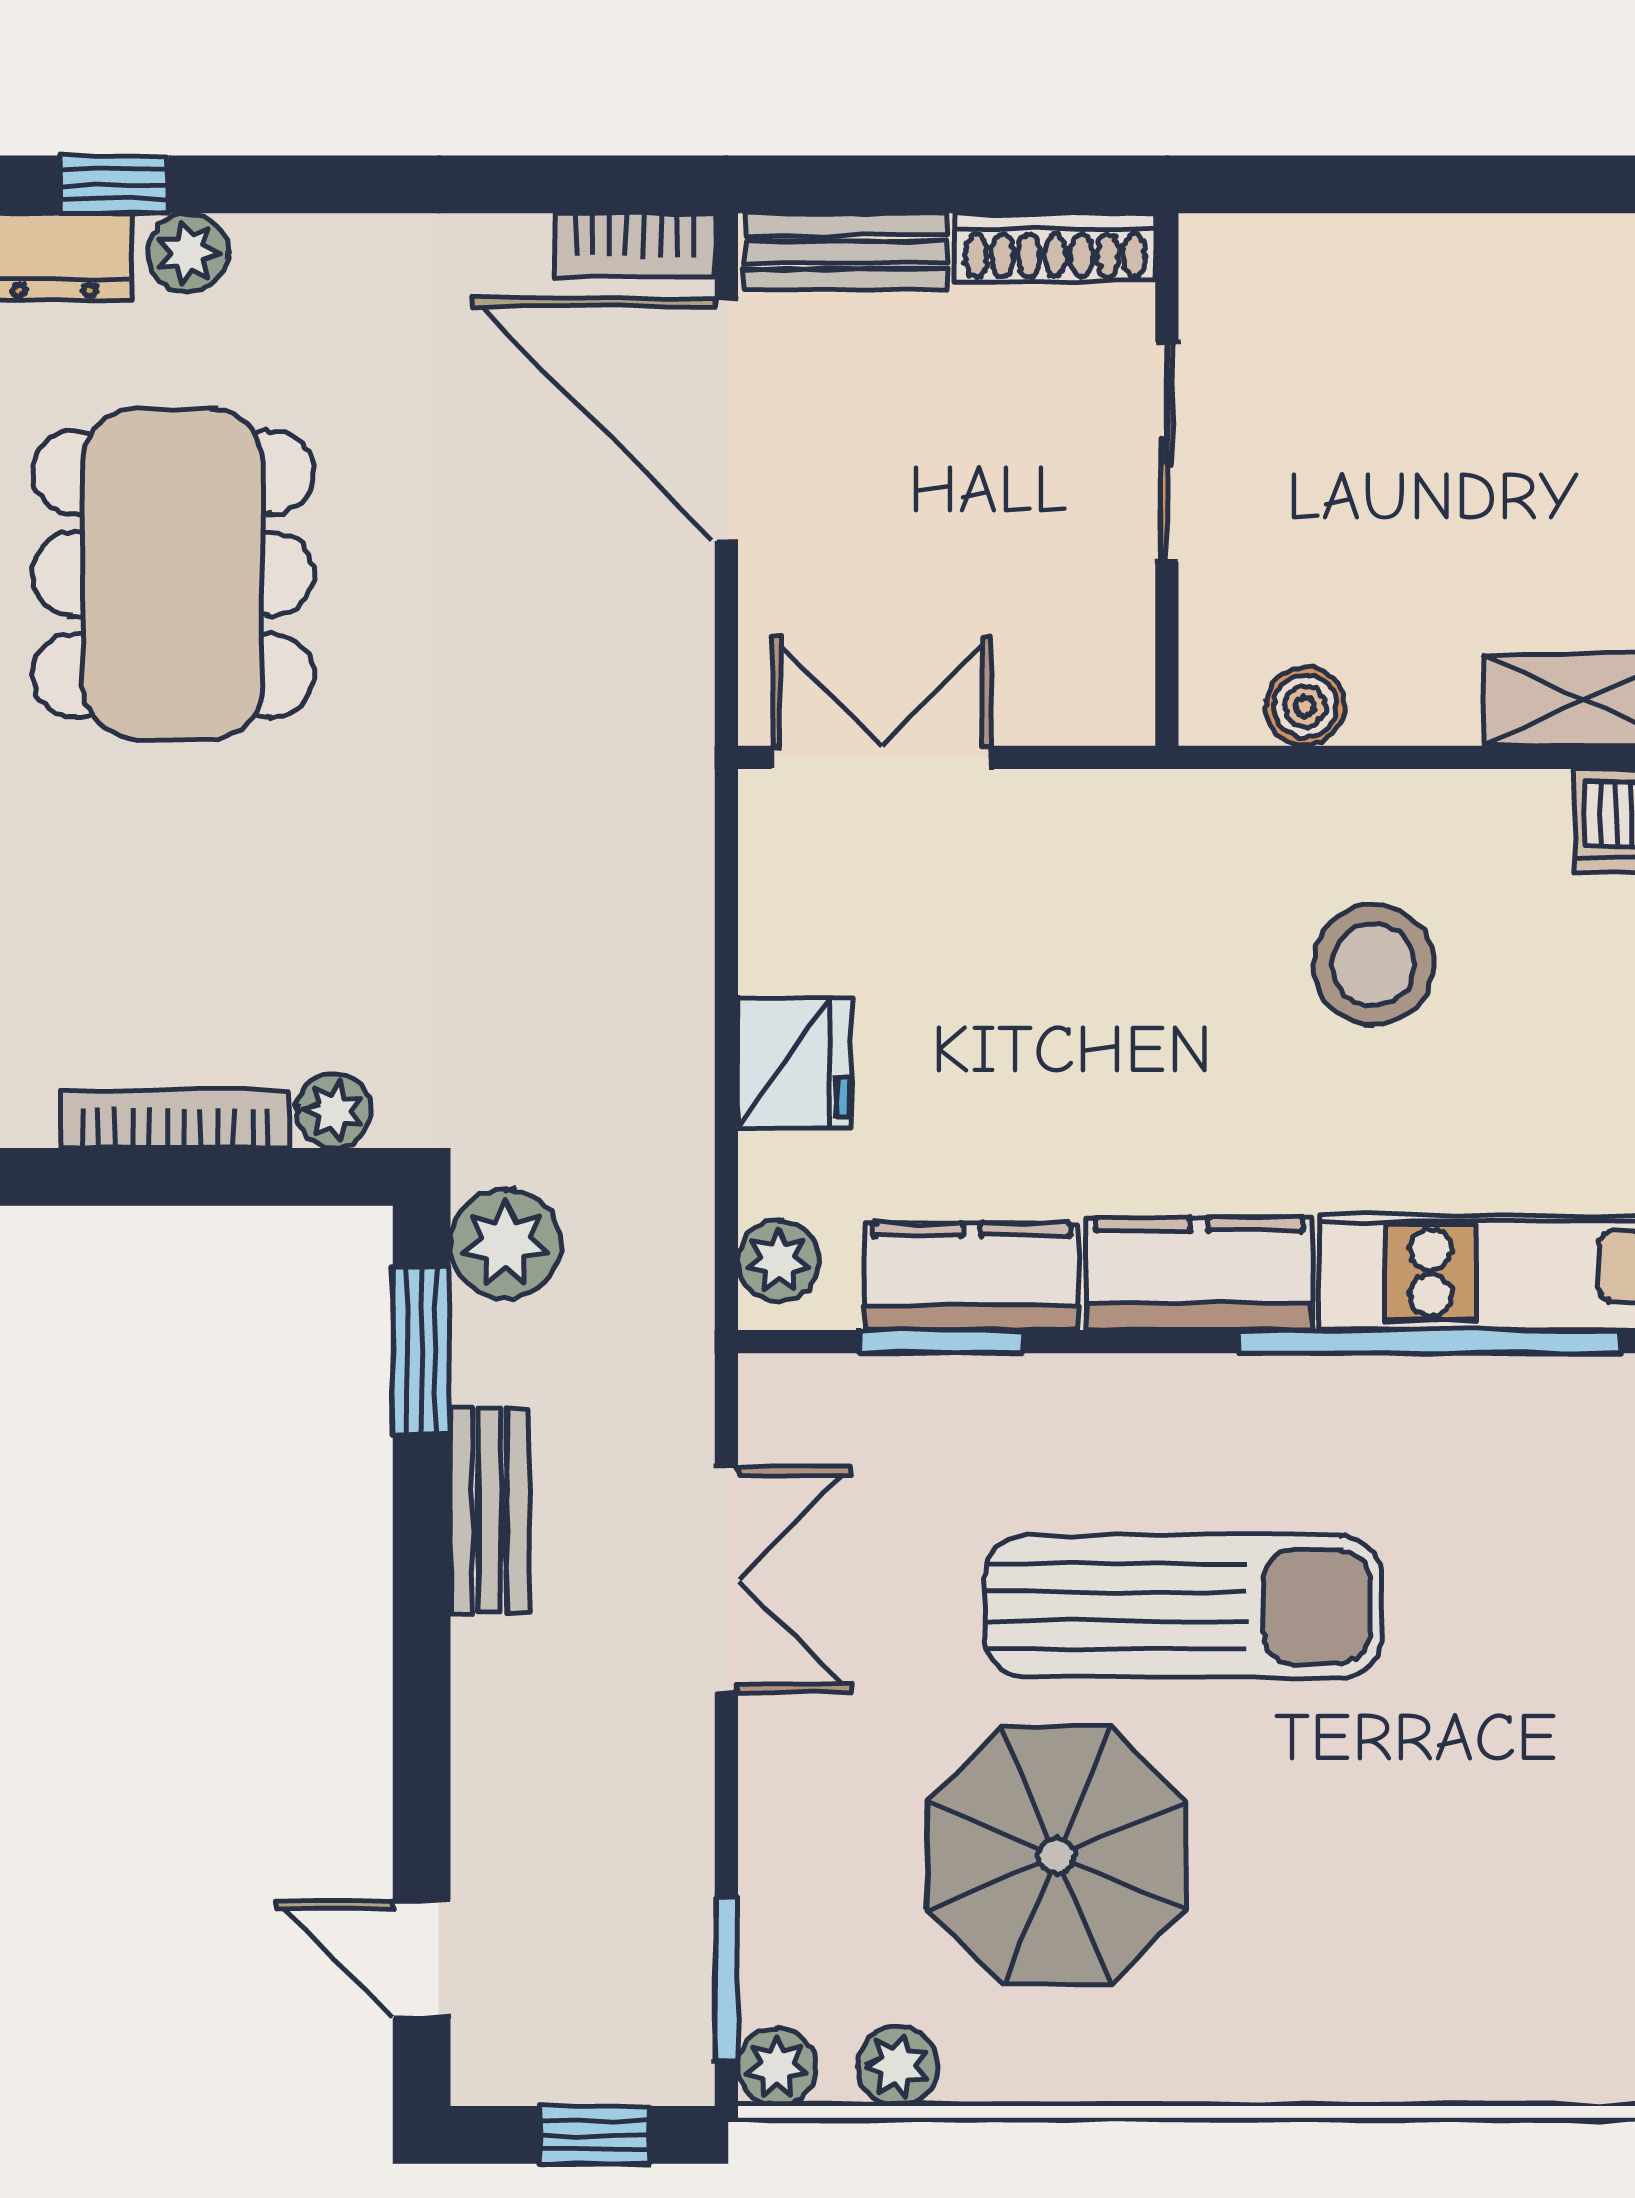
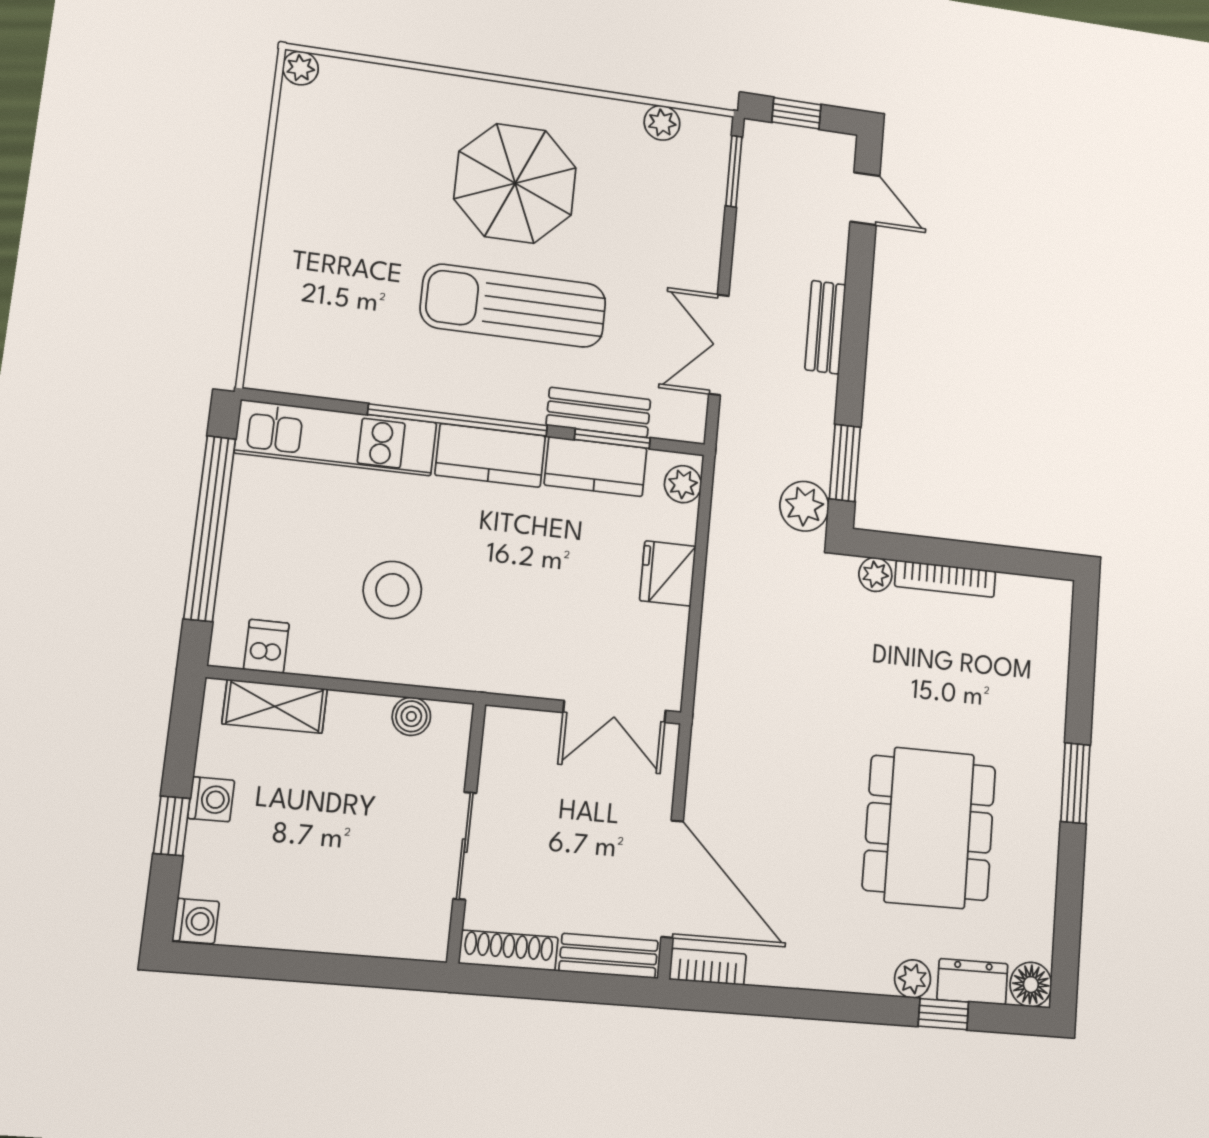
window: (1429, 1342) -> (458, 420), moved
bench: (977, 1395) -> (598, 412), added
bench: (490, 1510) -> (825, 327), moved
parasol: (1056, 1856) -> (515, 183), moved
plant: (777, 2067) -> (715, 130), removed

